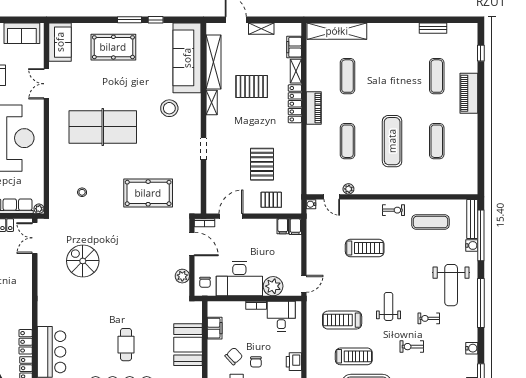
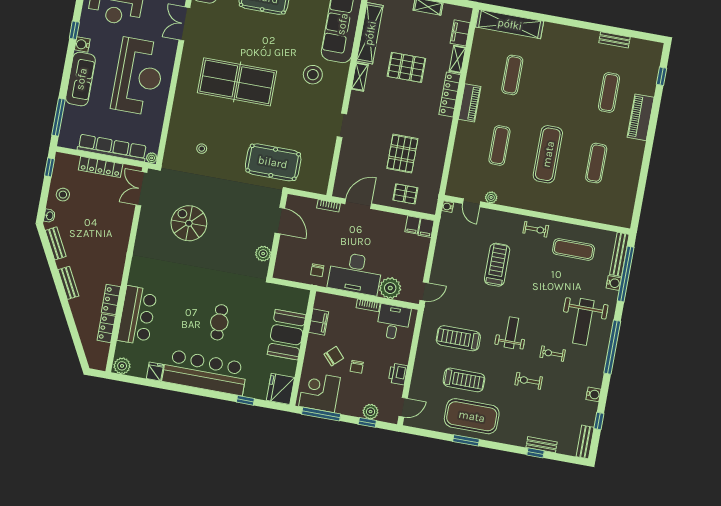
door: (192, 244) -> (280, 221), moved
treadmill: (365, 248) -> (497, 265), turned -90
wall: (192, 257) -> (277, 235), moved
plant: (182, 276) -> (263, 254), moved

